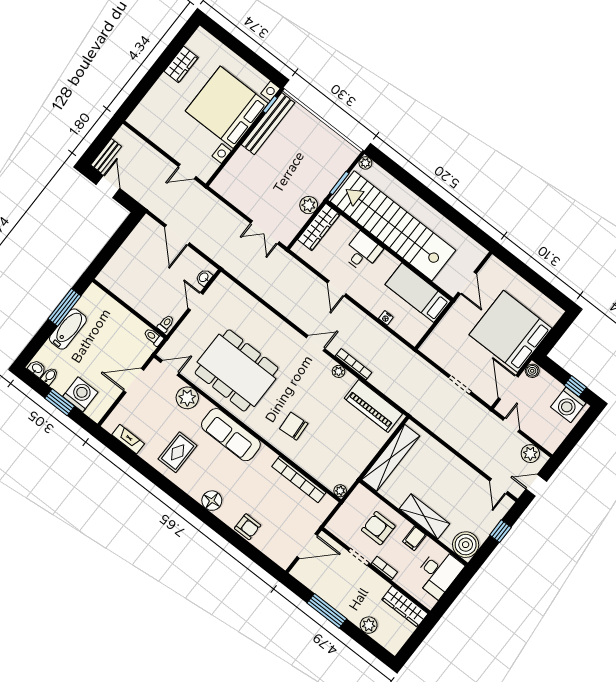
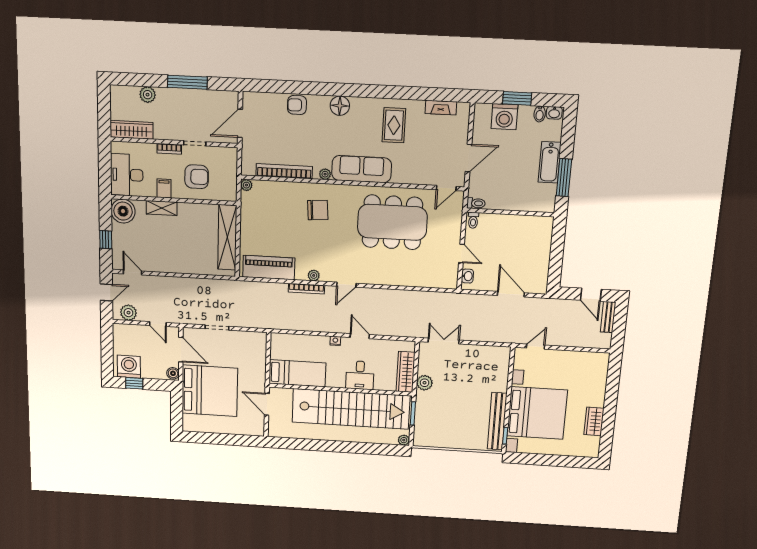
nightstand: (386, 318) -> (335, 341), moved
plant: (187, 398) -> (325, 174), moved, width x0.53, depth x0.53
shelving: (424, 516) -> (162, 208), width x0.67, depth x0.75

